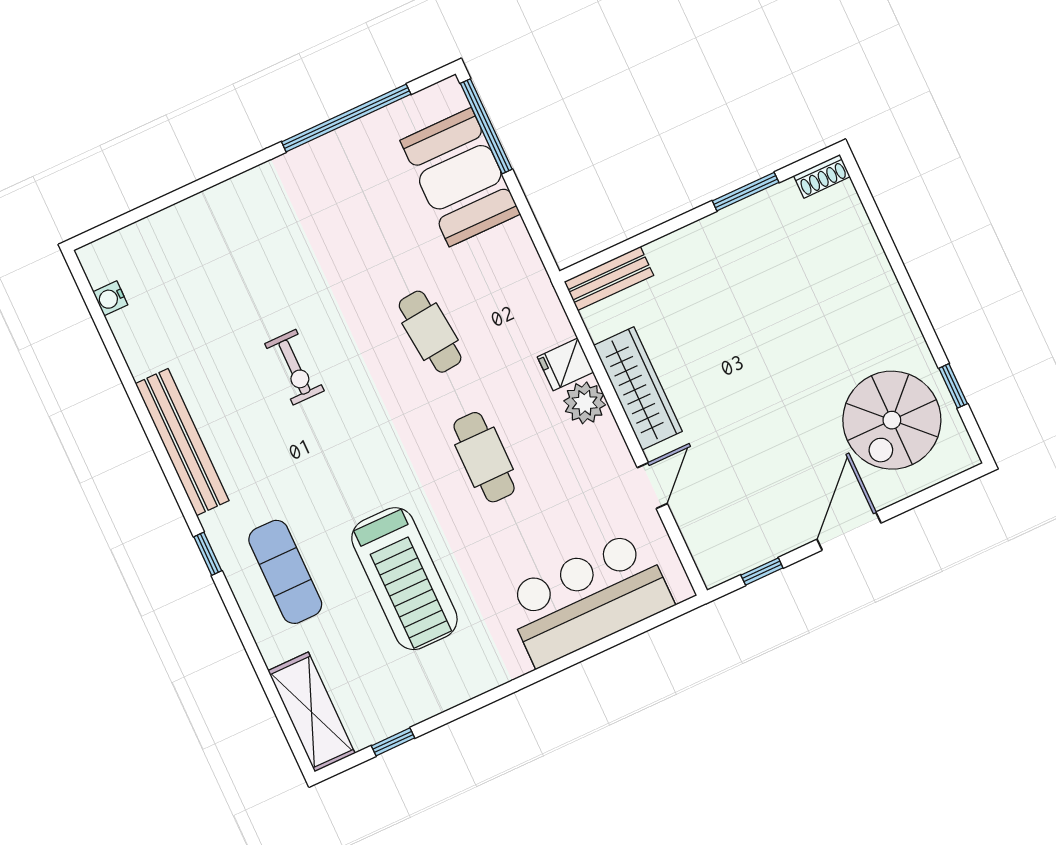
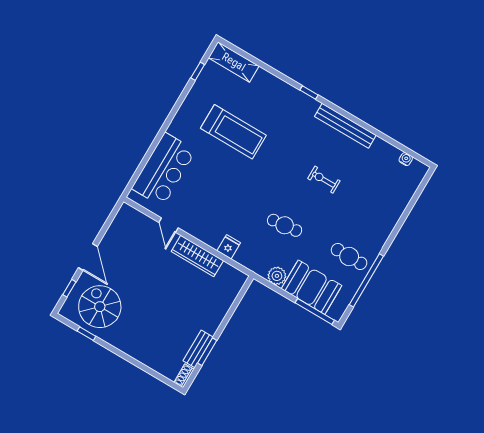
bench: (609, 279) -> (198, 349), moved
plant: (585, 403) -> (277, 276), moved
cafe table: (484, 457) -> (349, 256), moved
window: (762, 571) -> (69, 288), moved
exercise mat: (285, 572) -> (277, 105), removed
treadmill: (404, 579) -> (233, 132), turned 180

